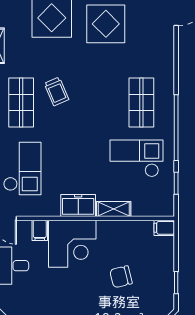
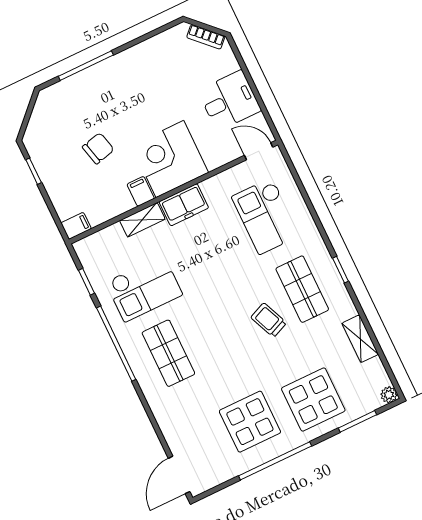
filing cabinet: (40, 230) -> (141, 191), moved

